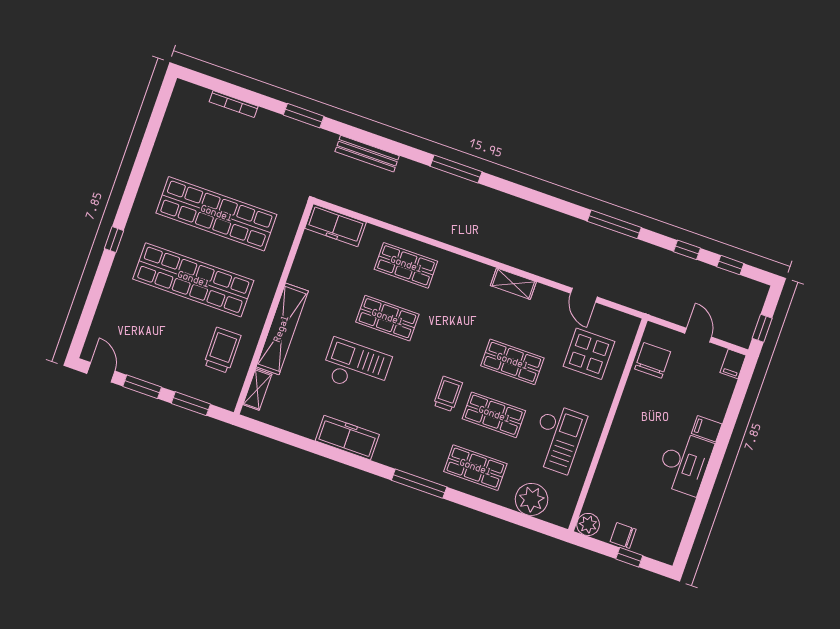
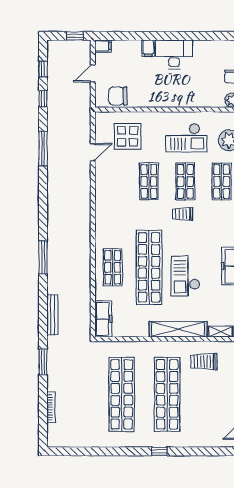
shelving: (513, 284) -> (101, 198), removed
shop shelf: (387, 318) -> (149, 267), width x2.00, depth x1.36
checkout: (557, 438) -> (186, 138), turned 180

